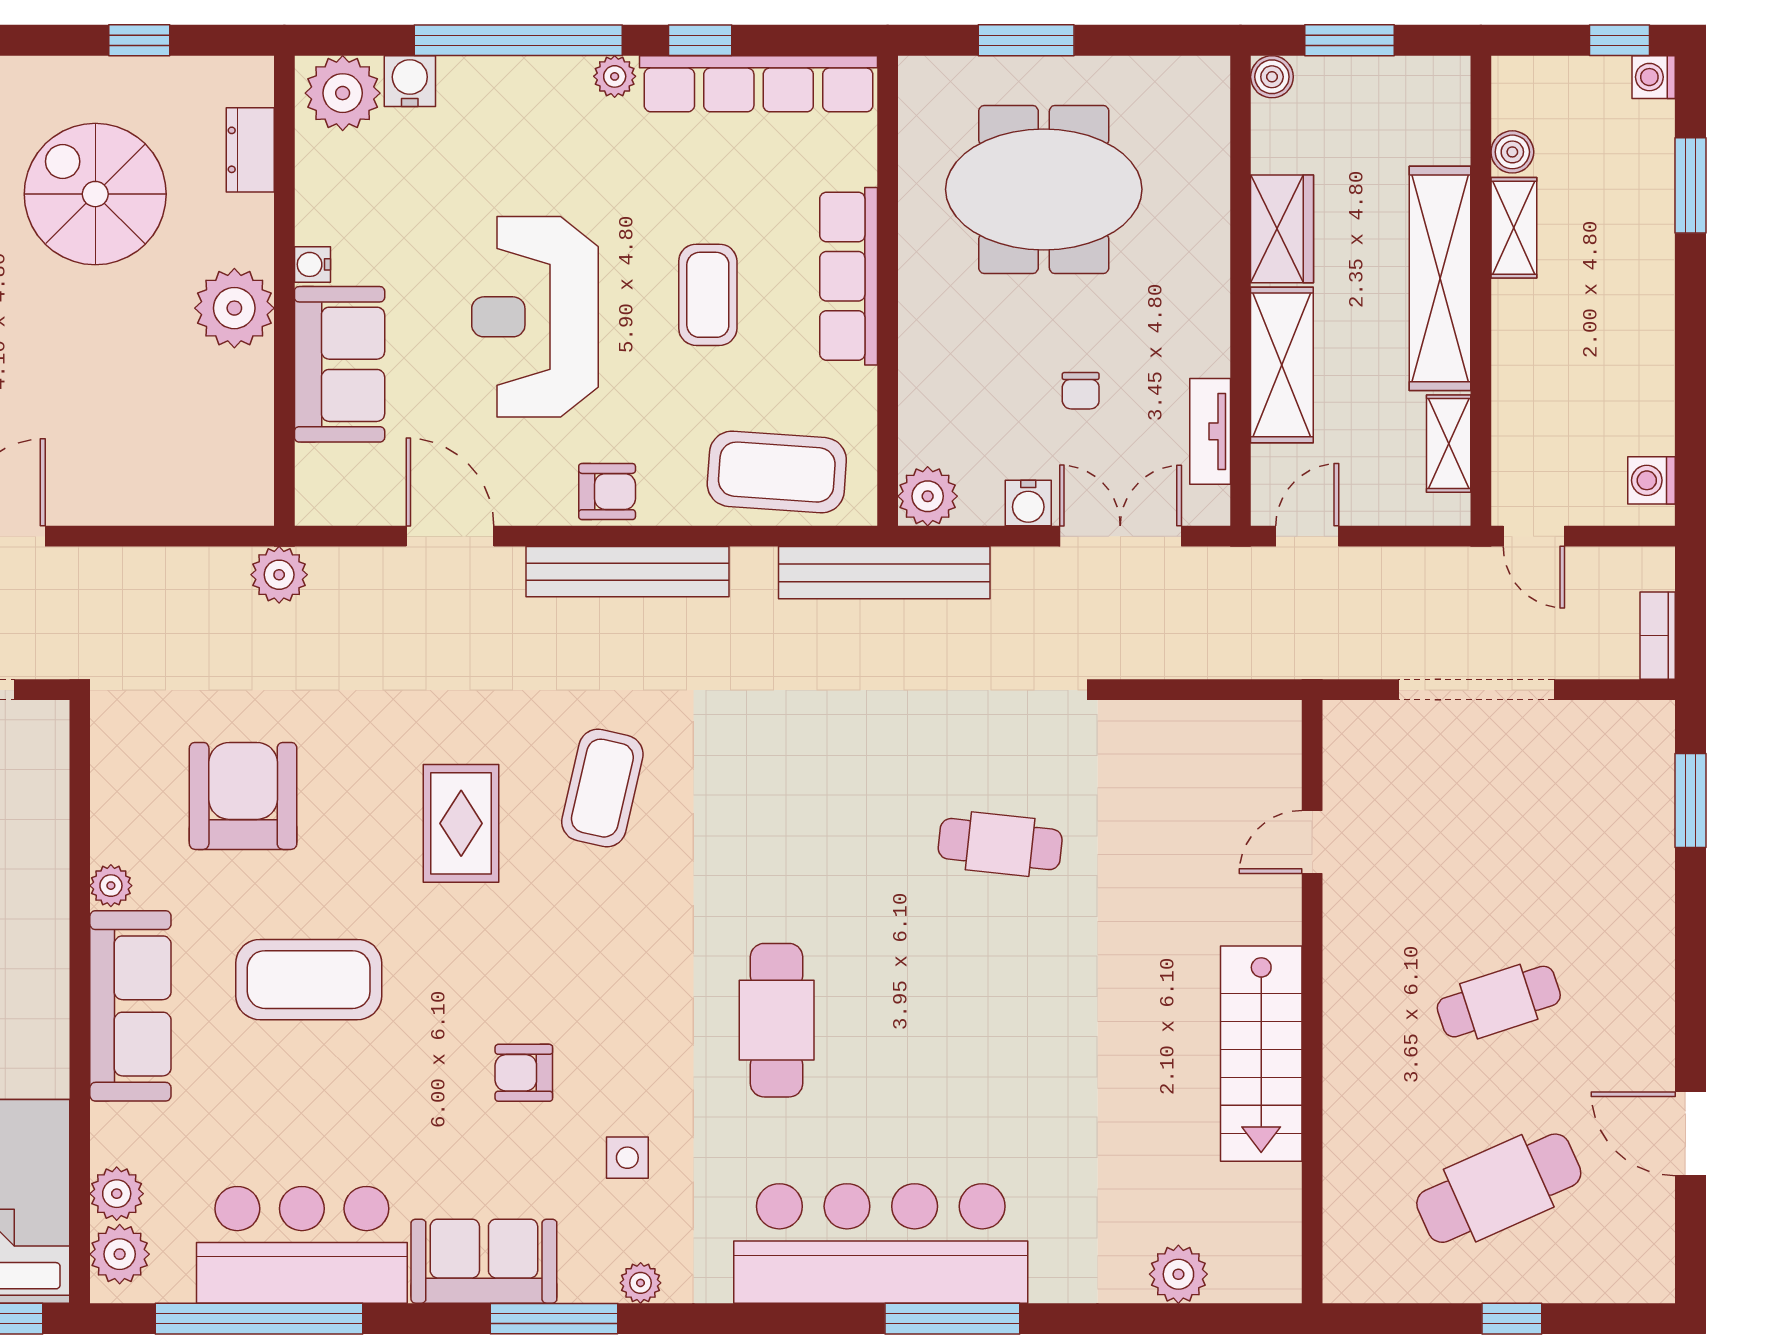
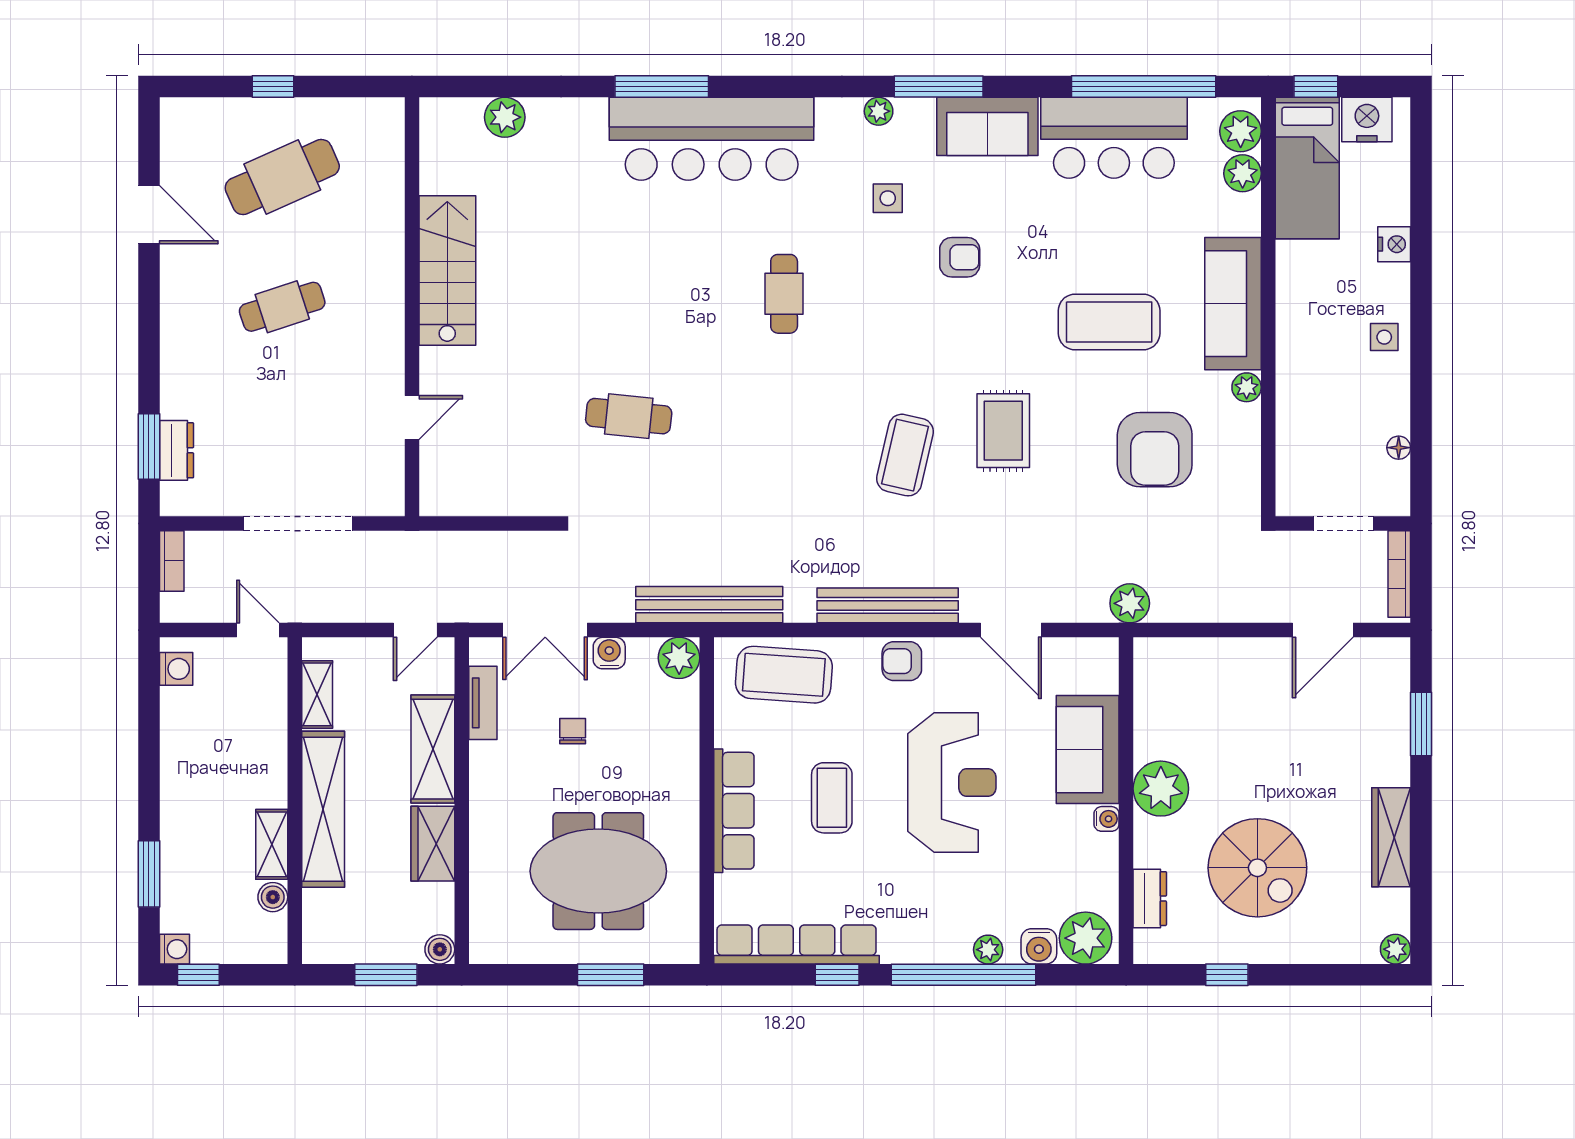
plant: (615, 76) -> (988, 950), moved
dresser: (1651, 795) -> (177, 450), added
cafe table: (777, 1020) -> (784, 294), width x0.73, depth x0.74

